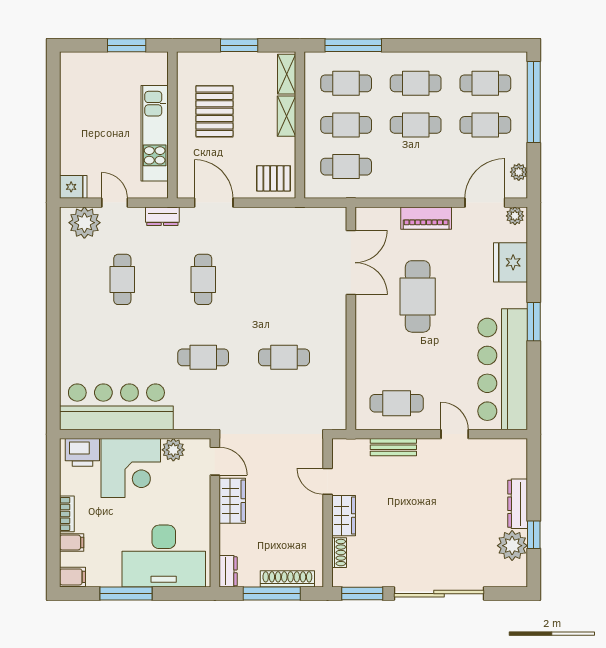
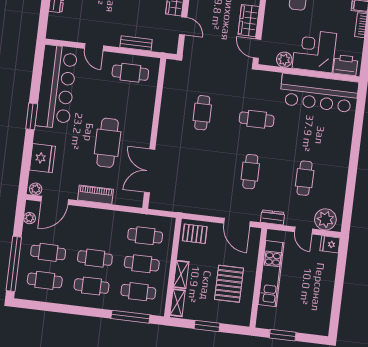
cafe table: (284, 357) -> (202, 113), turned 90

